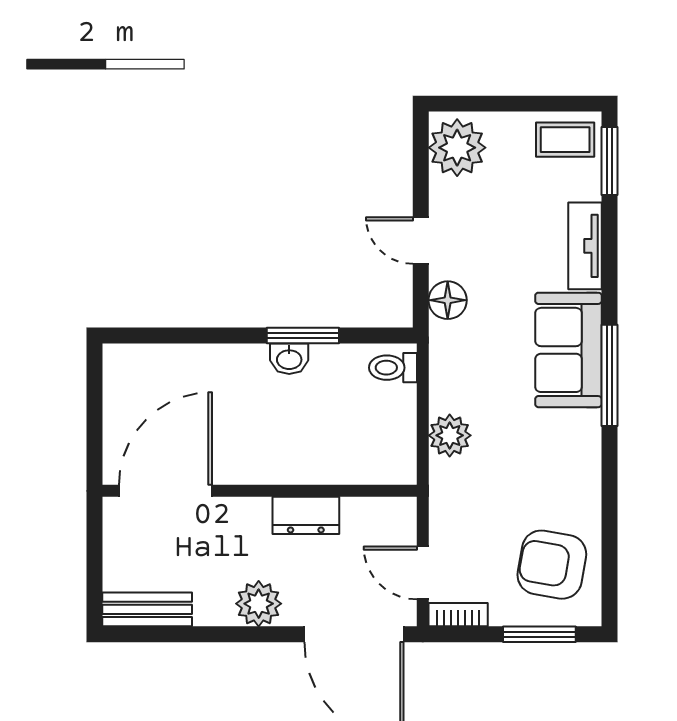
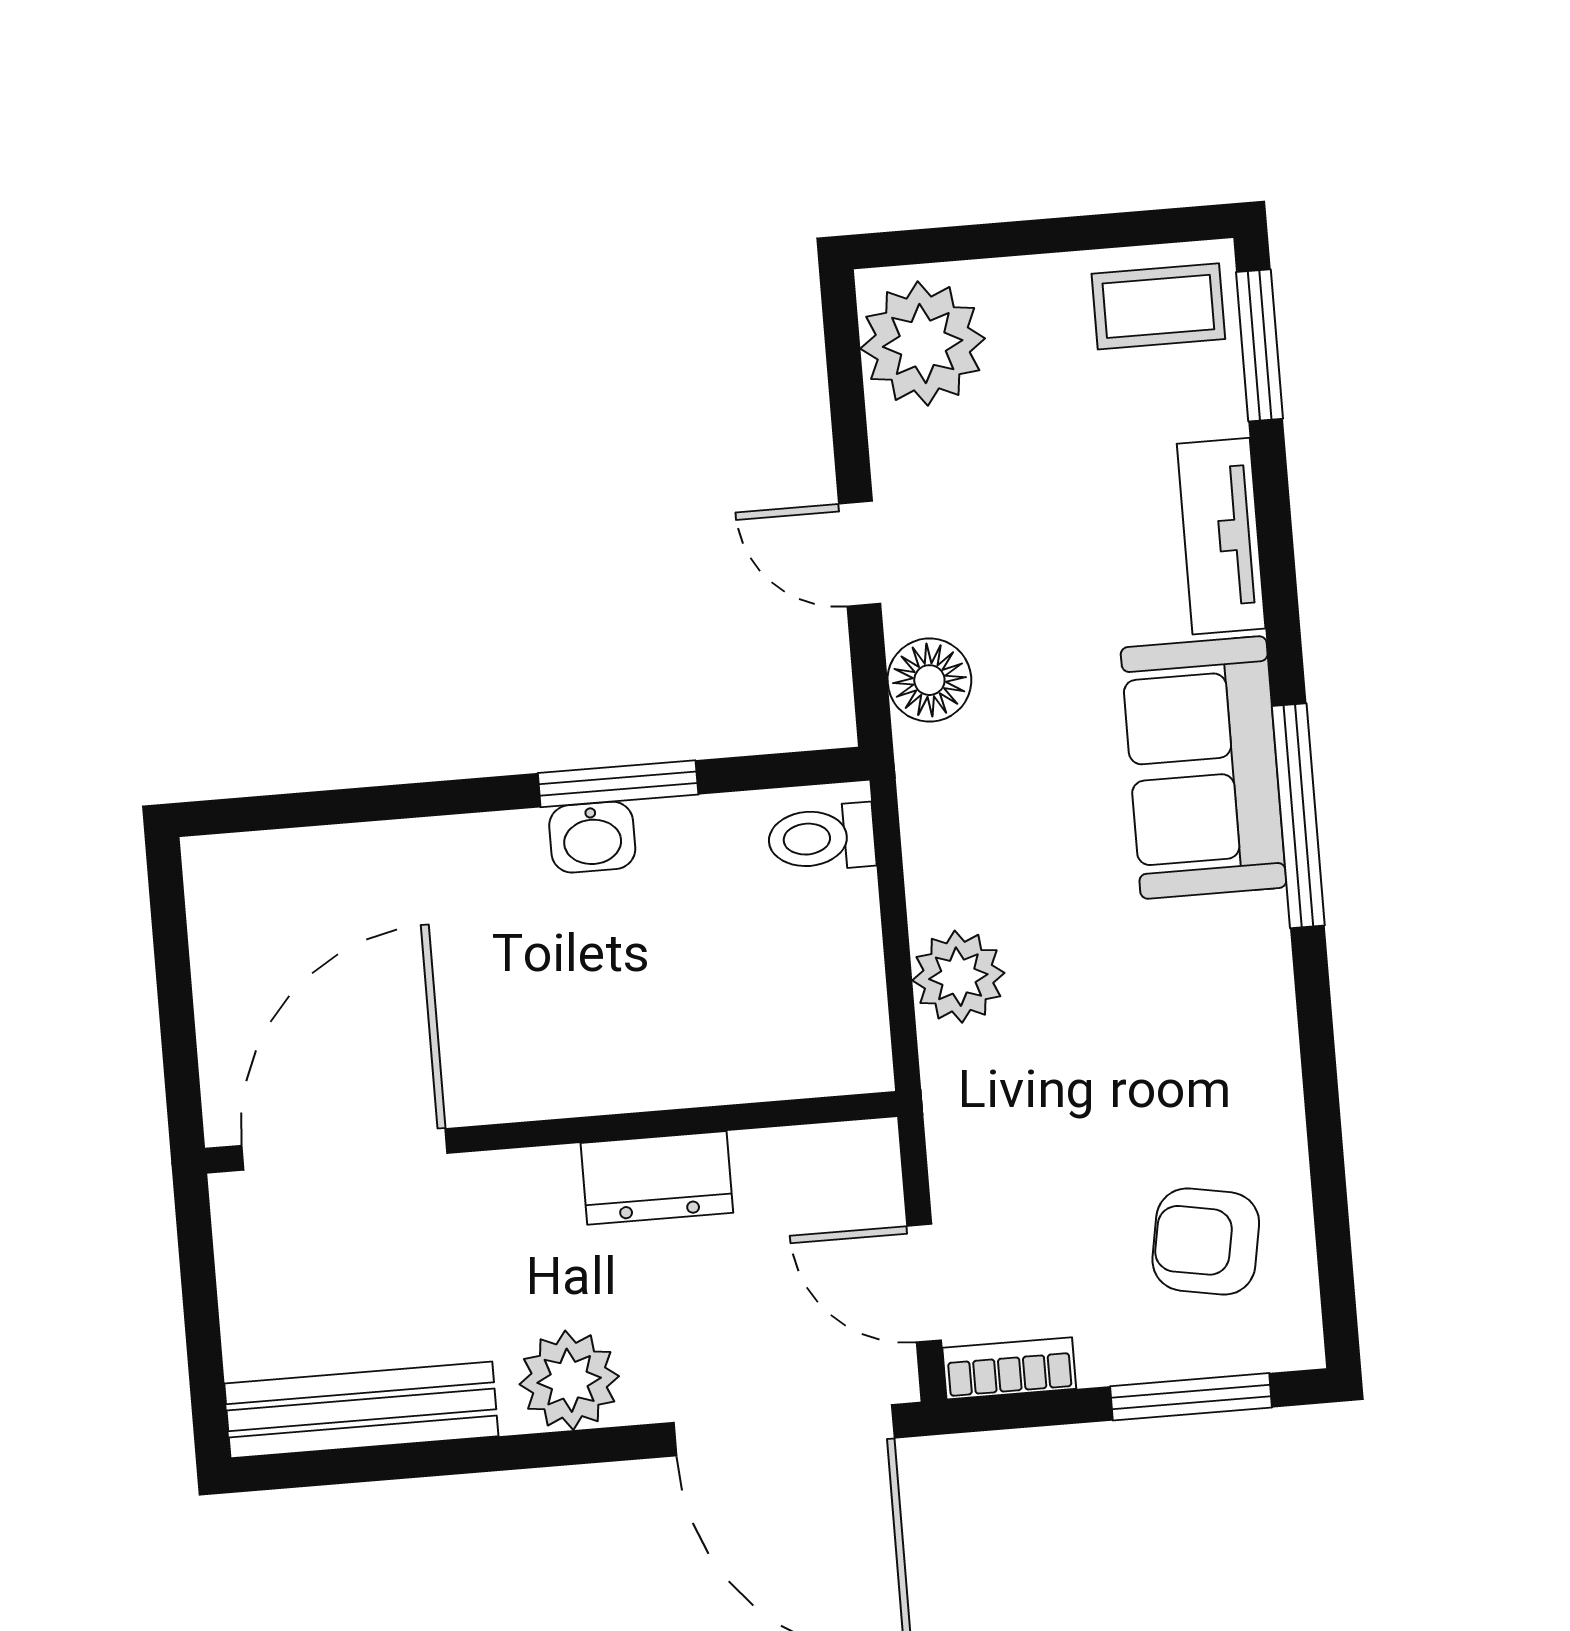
armchair: (552, 565) -> (1206, 1242), width x0.72, depth x0.72
bench: (147, 609) -> (361, 1410), width x1.36

